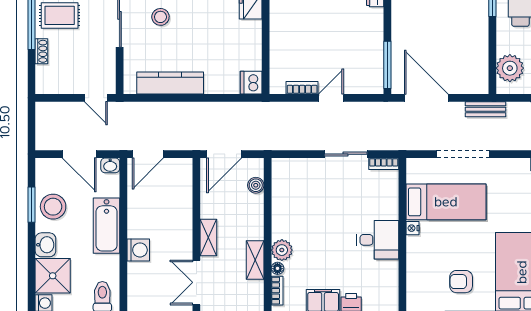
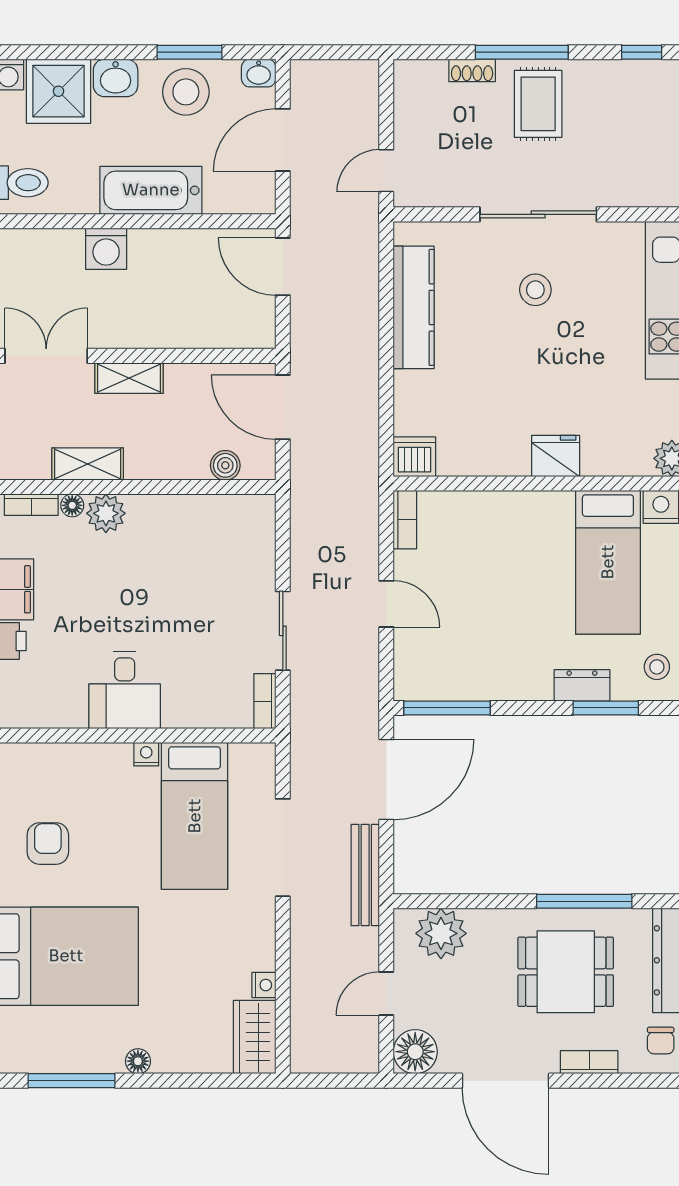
bookcase: (302, 88) -> (405, 520), moved
bench: (485, 109) -> (365, 875), width x1.36
washbasin: (110, 165) -> (259, 73), moved, turned -90

